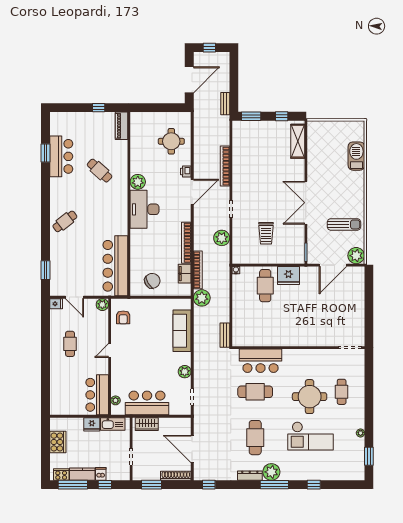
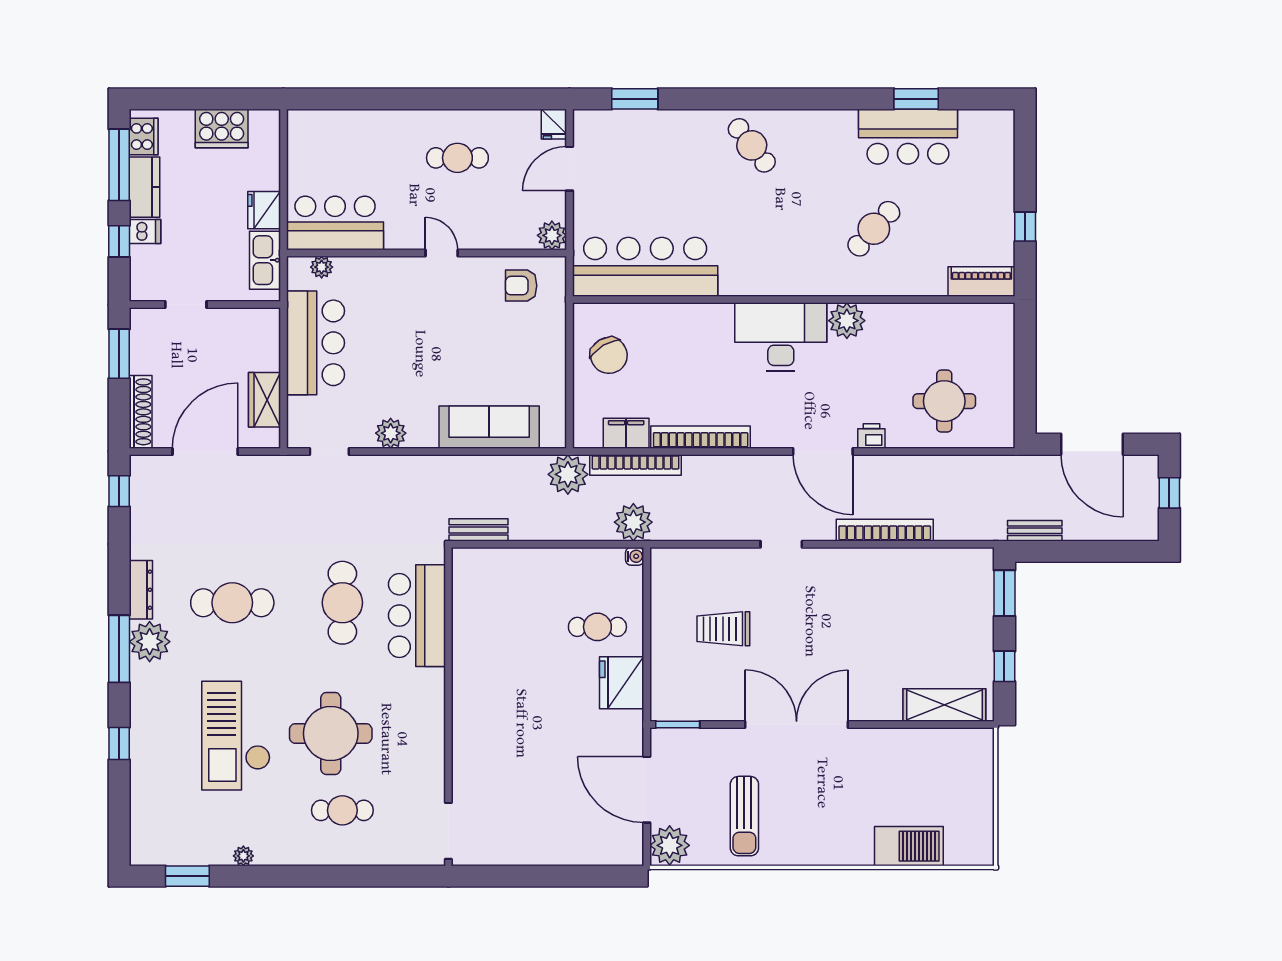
plant: (222, 238) -> (633, 522), moved
cafe table: (265, 286) -> (597, 627), width x0.73, depth x0.74
wardrobe: (147, 424) -> (265, 400), moved

